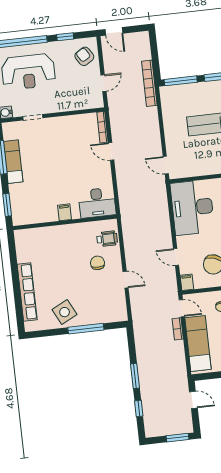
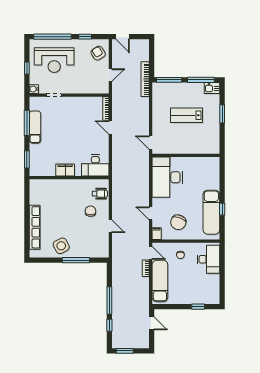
filing cabinet: (65, 212) -> (65, 170), width x2.00
window: (135, 376) -> (109, 300), width x1.44
window: (177, 438) -> (125, 351), moved

